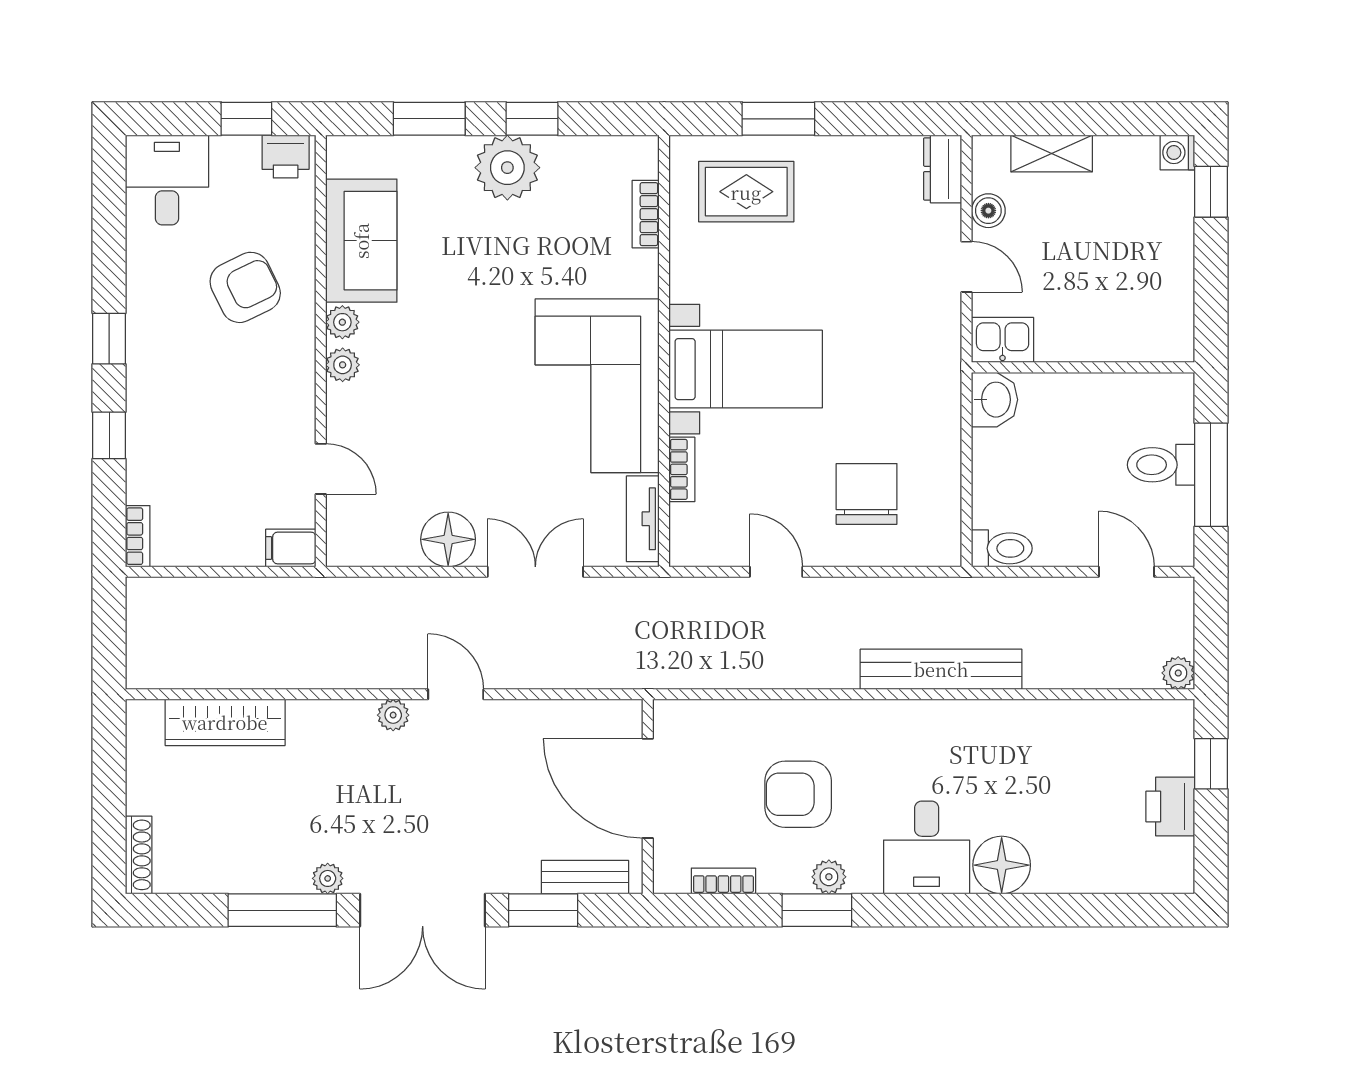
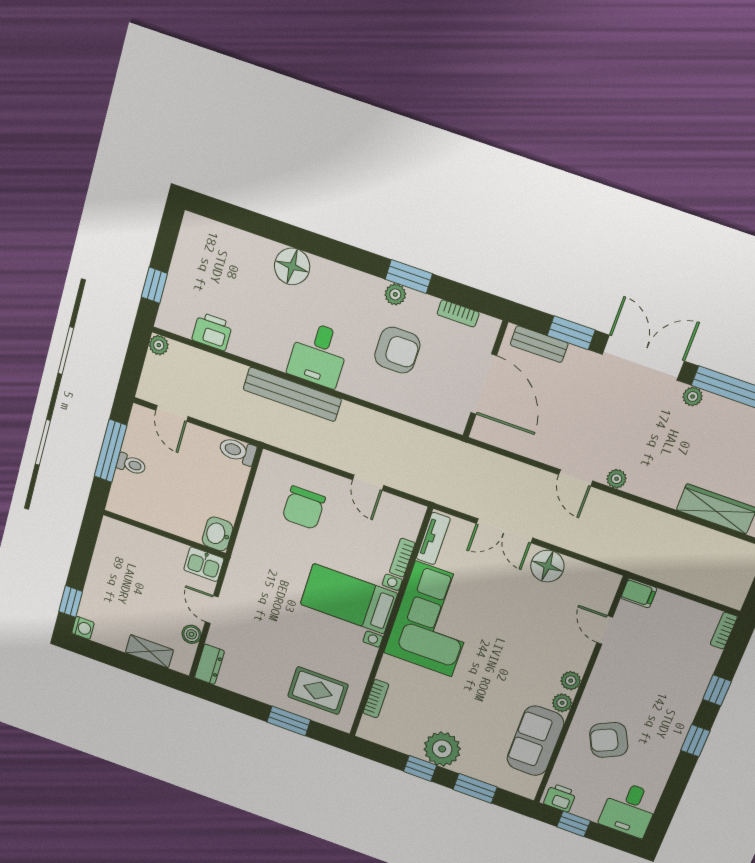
toilet: (1161, 465) -> (131, 464), width x0.73, depth x0.72
printer: (1170, 807) -> (212, 332), moved, turned -90
desk: (927, 847) -> (319, 354), moved, turned 180

